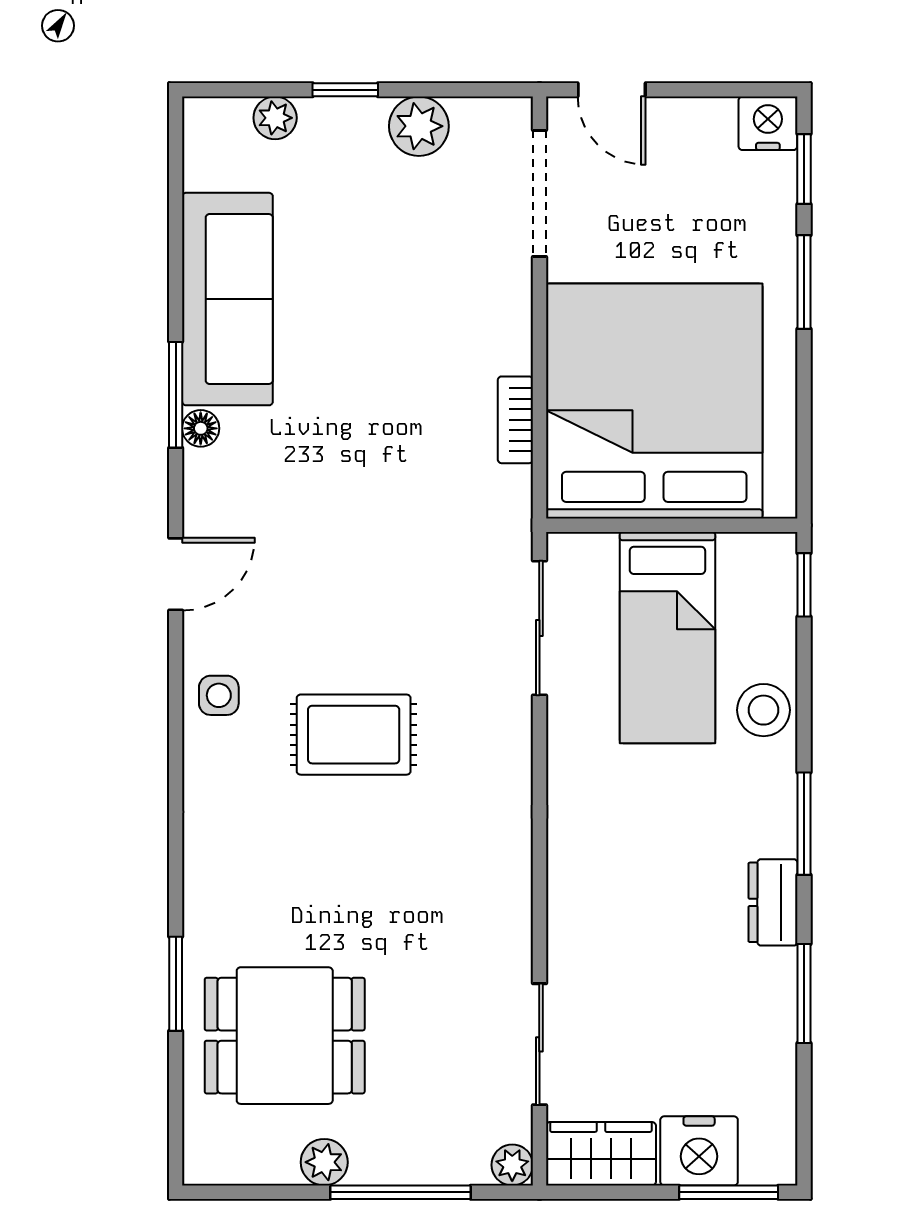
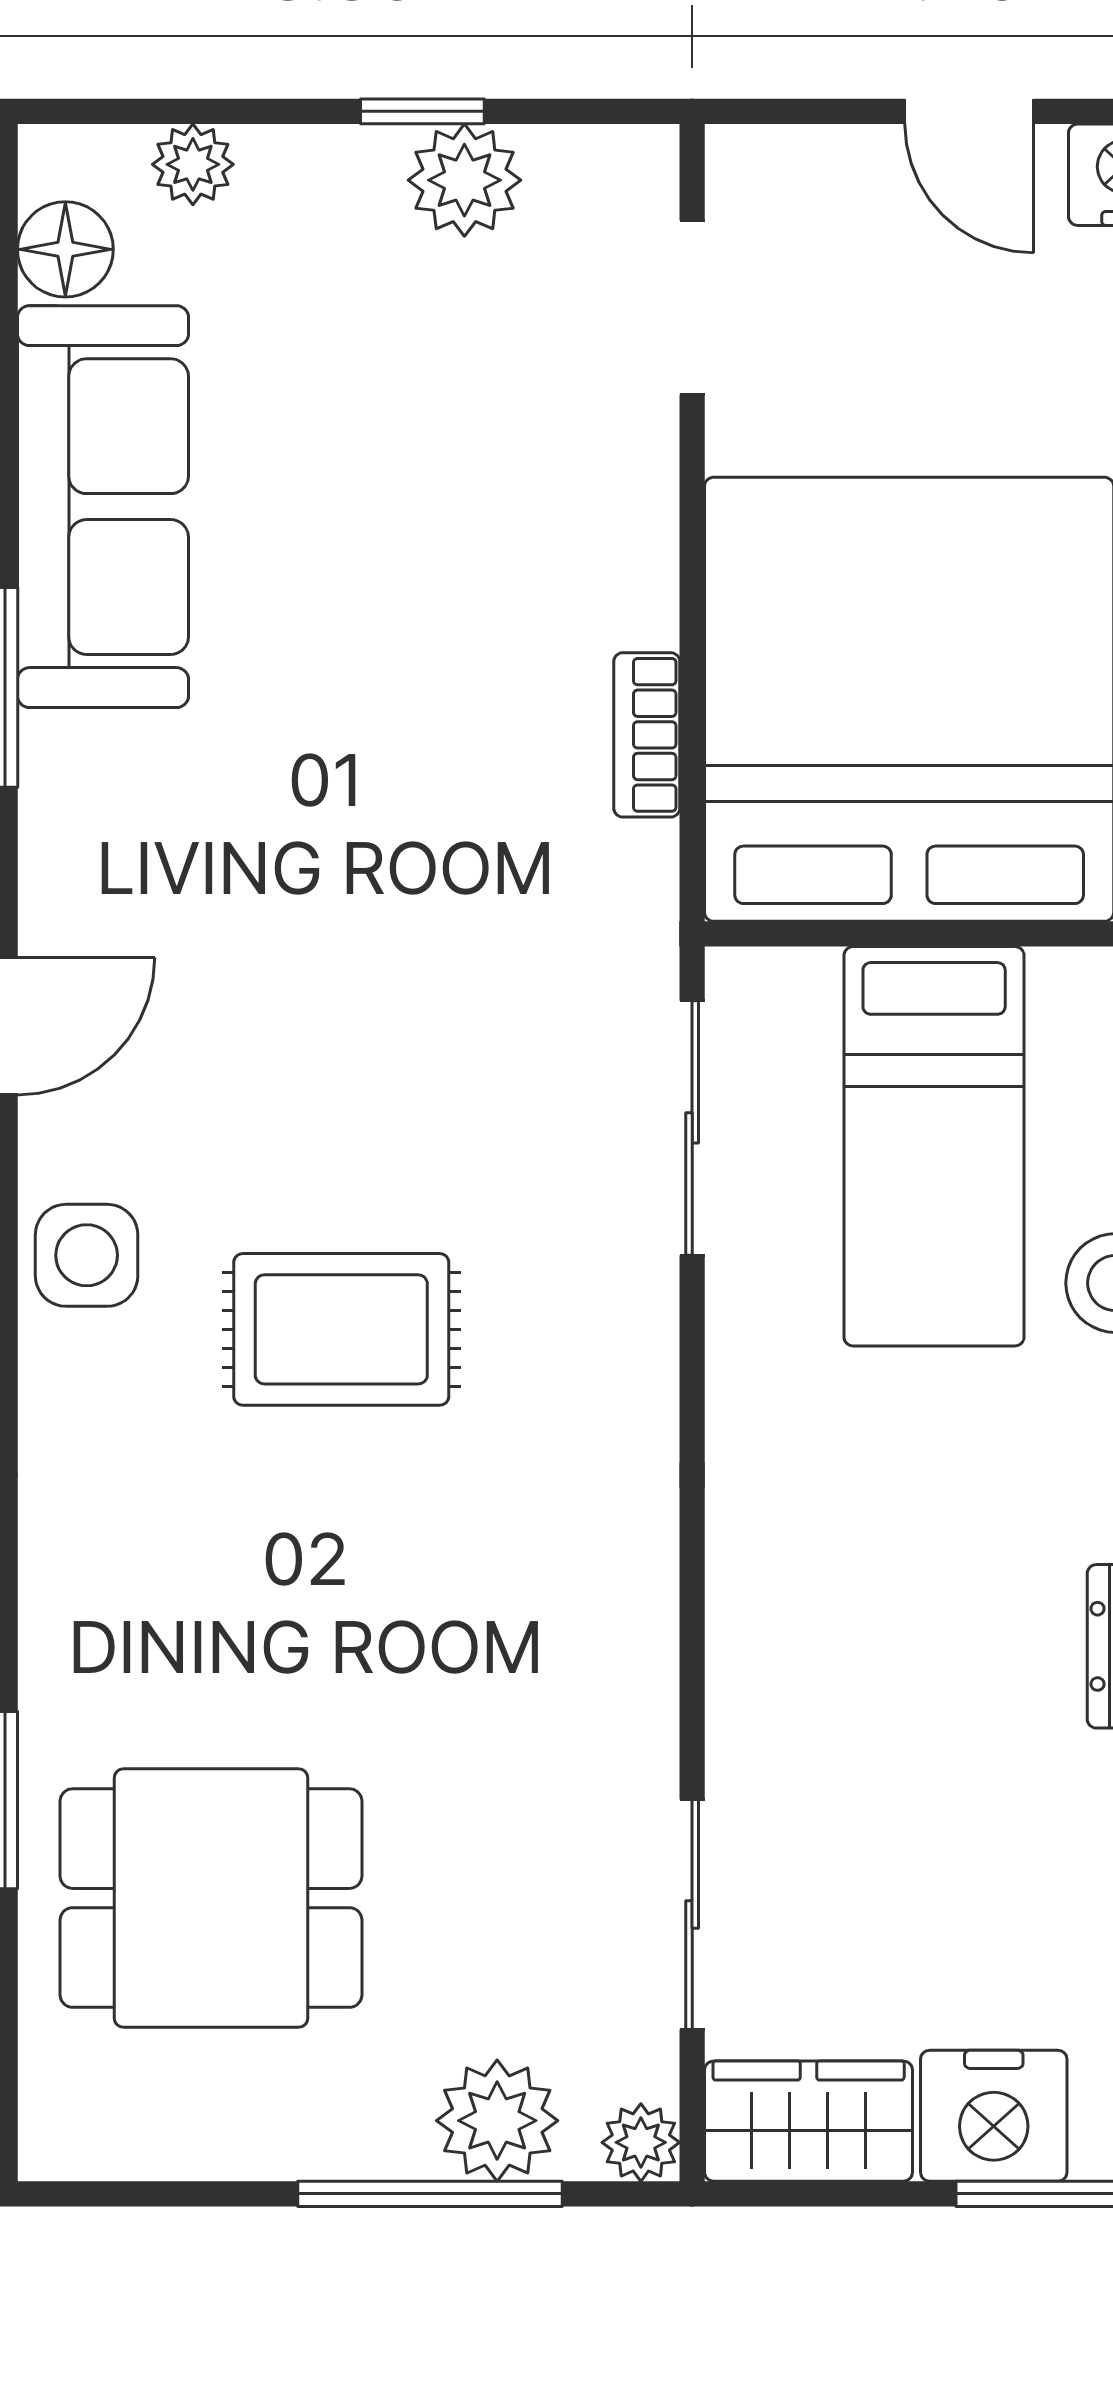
window: (345, 90) -> (422, 111), moved
door: (612, 90) -> (969, 111), moved
doorway: (539, 194) -> (692, 307), width x0.73
floor lamp: (201, 428) -> (65, 249), moved, width x1.37, depth x1.37
side table: (219, 695) -> (87, 1255), width x1.37, depth x1.37
plant: (324, 1162) -> (497, 2121), moved, width x1.38, depth x1.38

